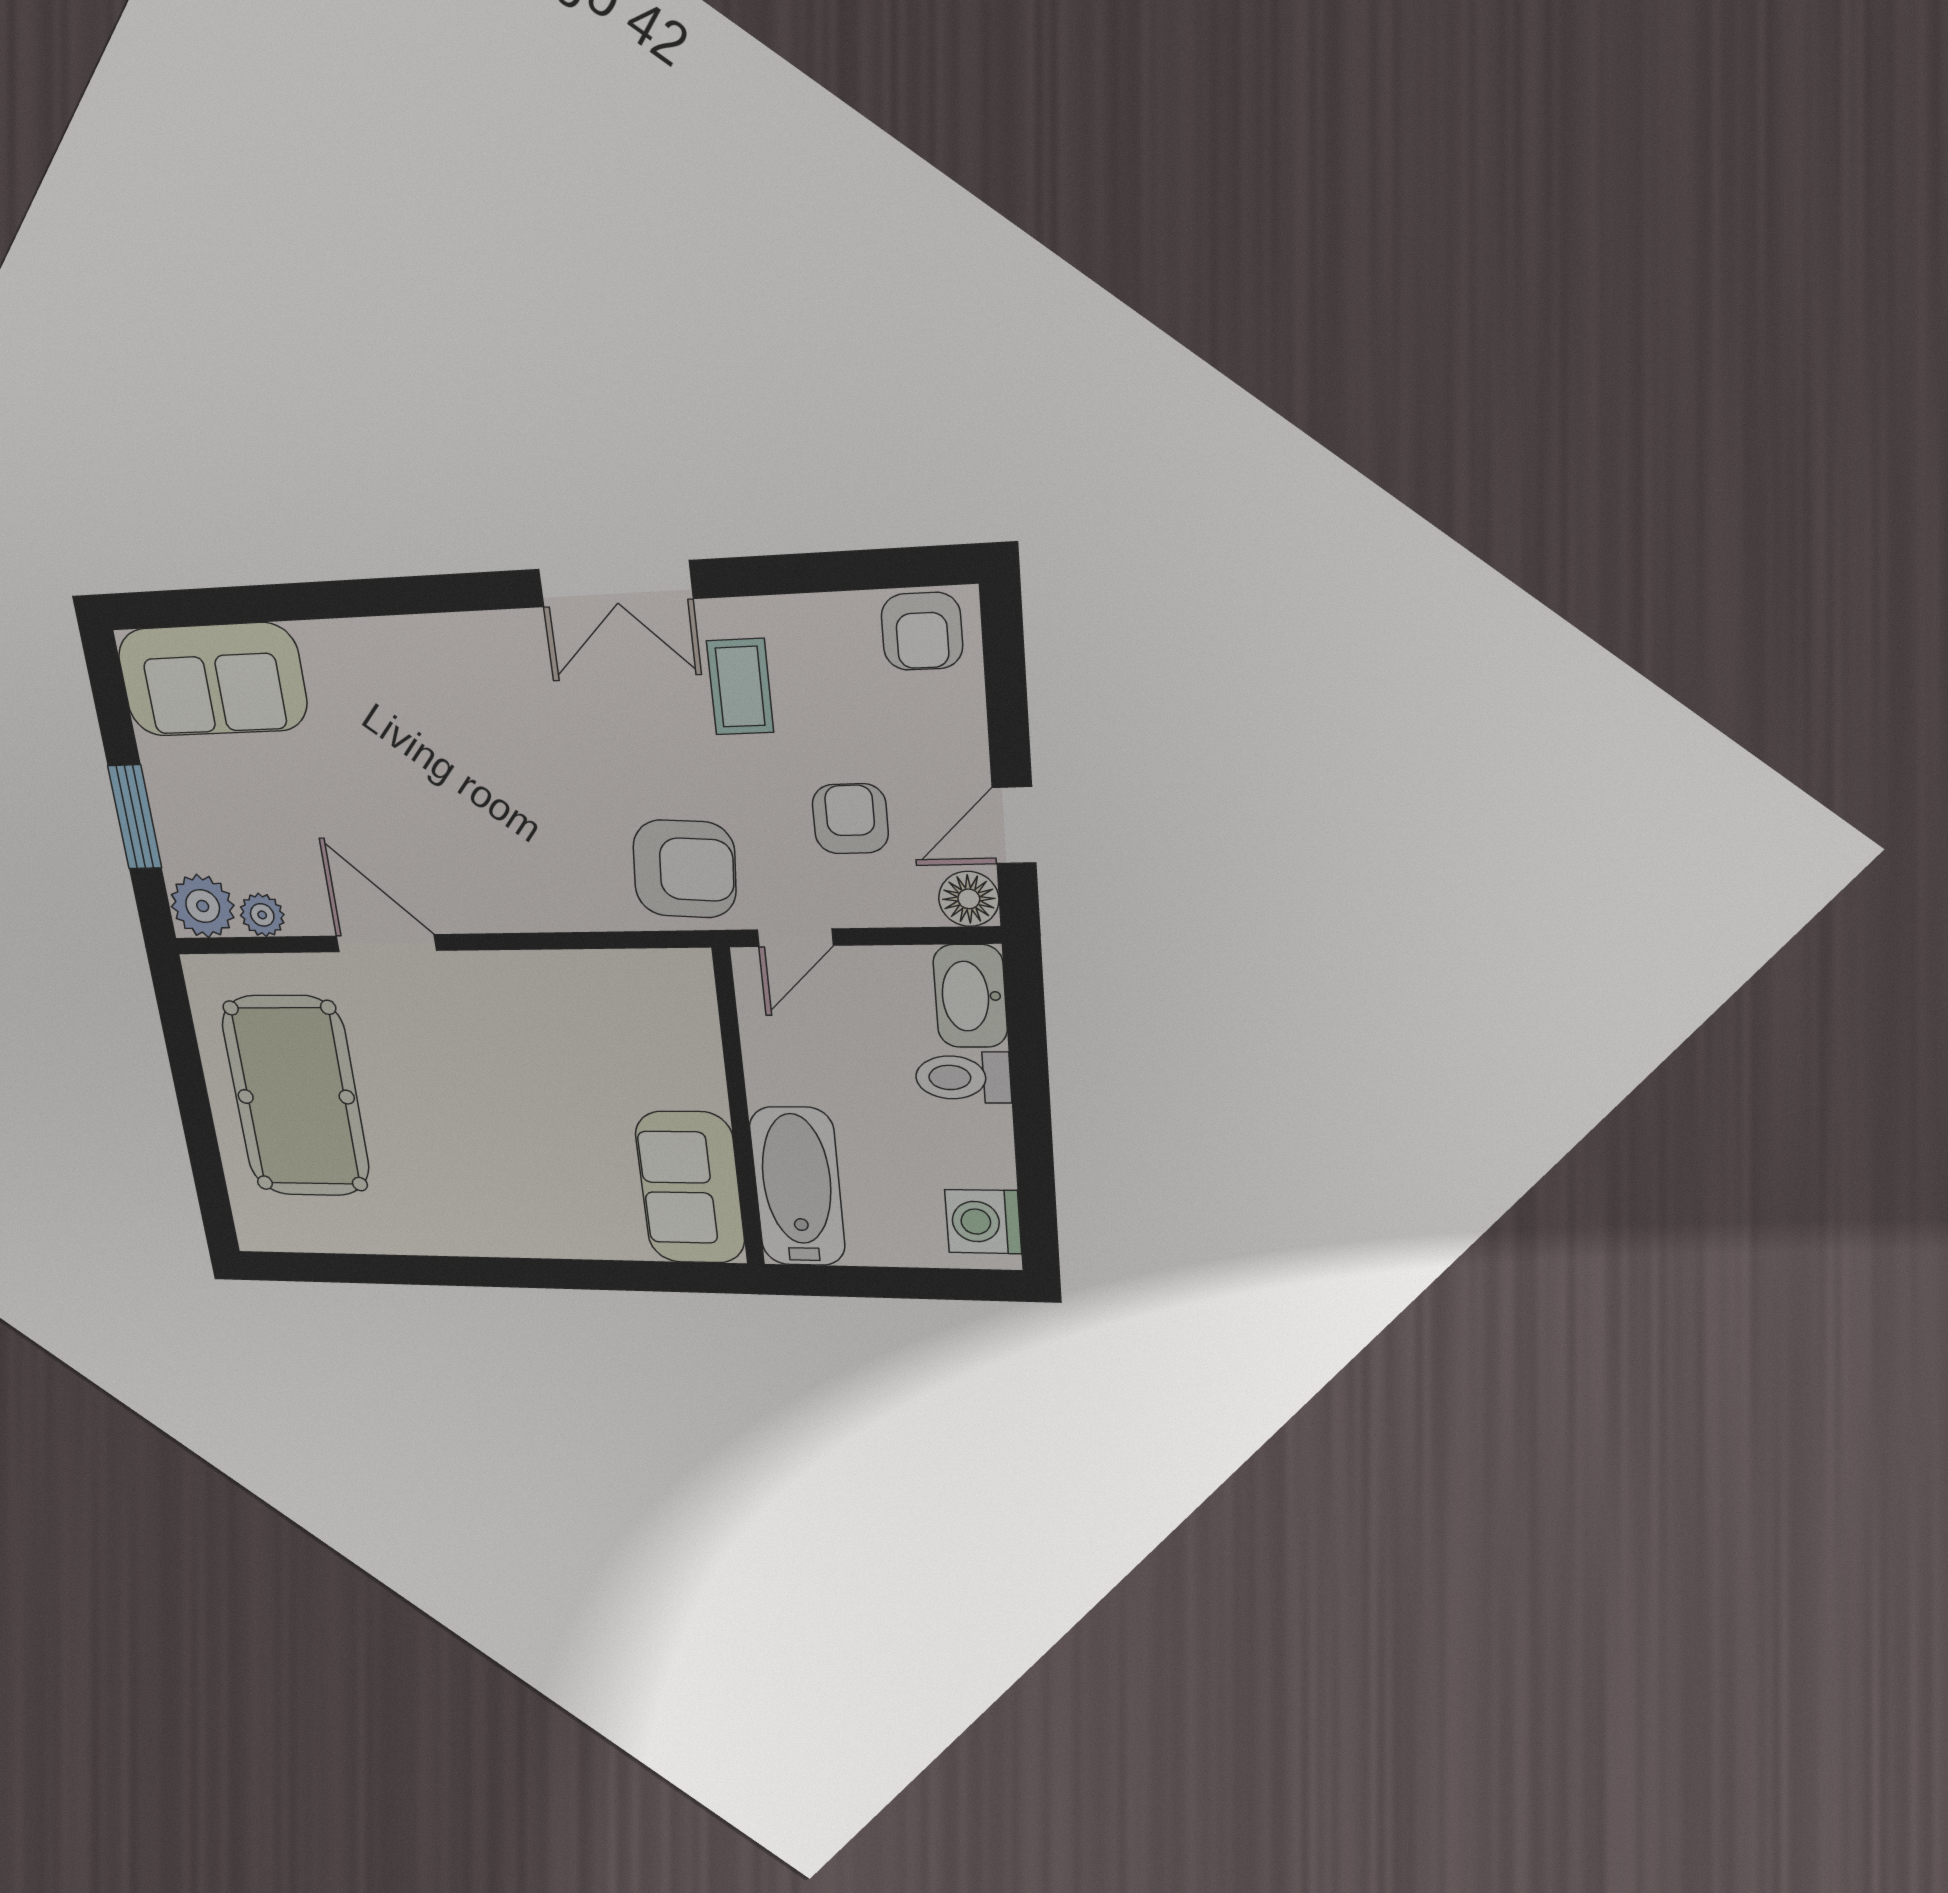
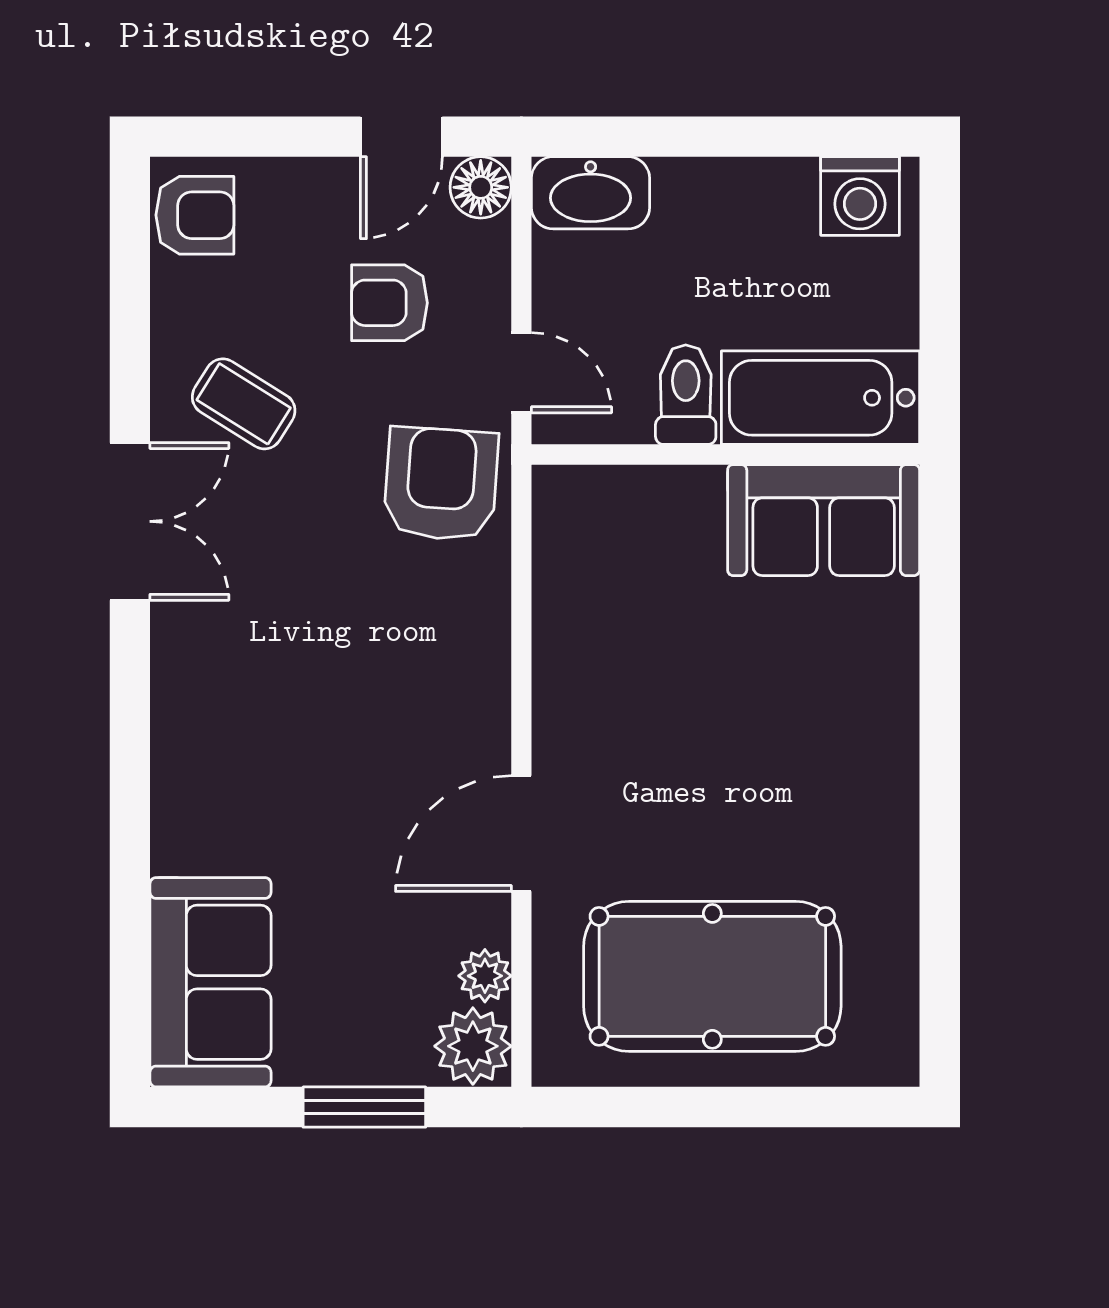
coffee table: (740, 687) -> (244, 404), turned 32
door: (1014, 825) -> (401, 137), hinge flipped
toilet: (963, 1077) -> (686, 395), moved, turned 180

